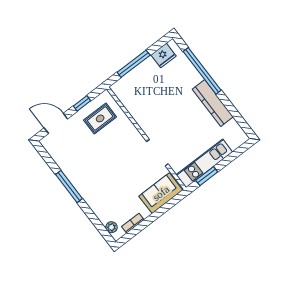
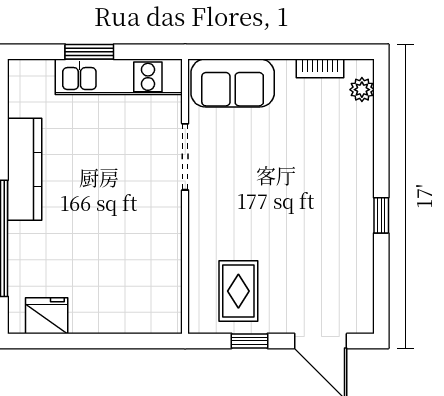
window: (134, 64) -> (109, 341), removed
rug: (100, 118) -> (238, 291), turned 90
window: (207, 176) -> (89, 52), moved
window: (69, 186) -> (381, 215), width x0.46

